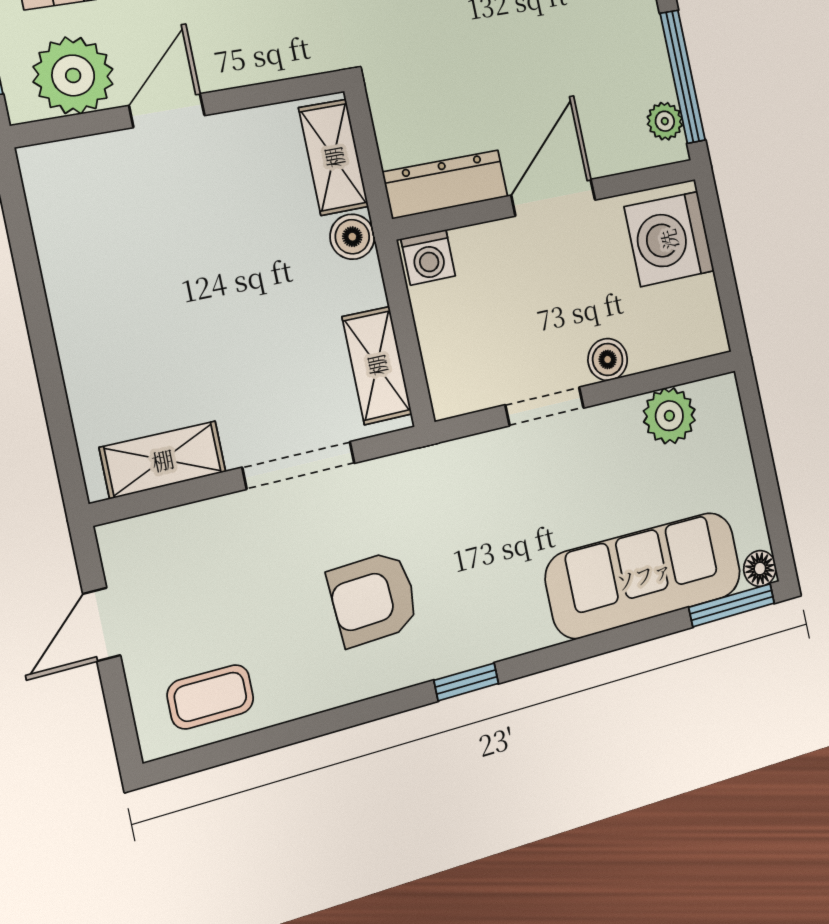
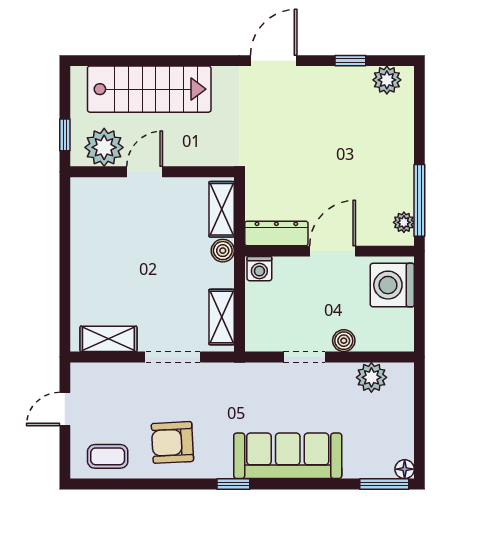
sofa: (644, 575) -> (288, 456), moved
armchair: (373, 598) -> (172, 442), moved

